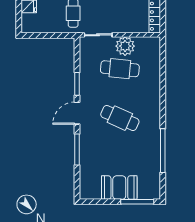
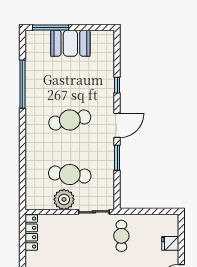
cafe table: (120, 118) -> (70, 120), turned -36
window: (77, 150) -> (117, 85), width x0.46

